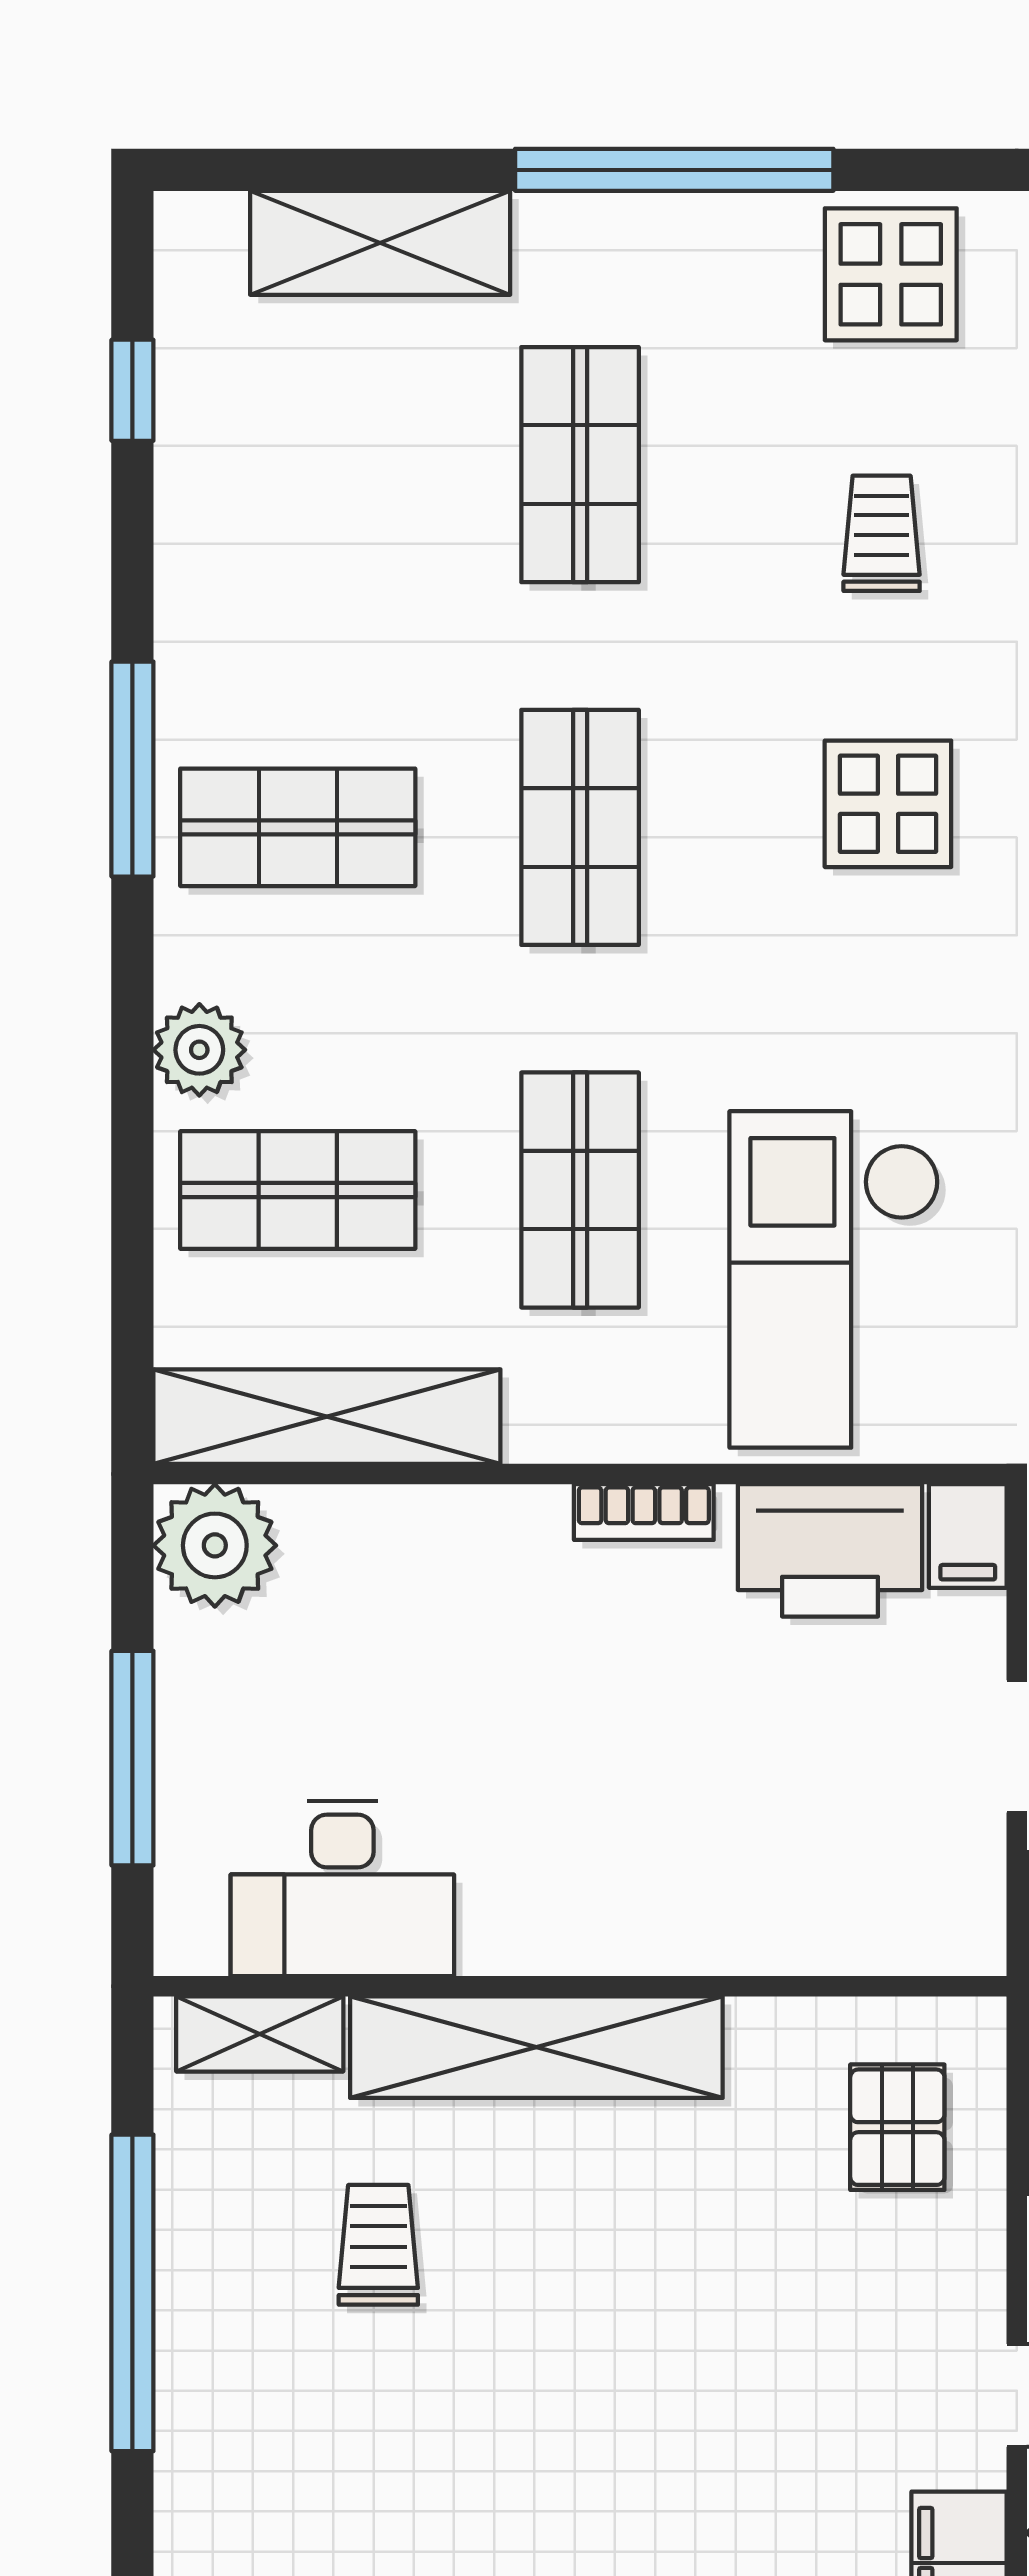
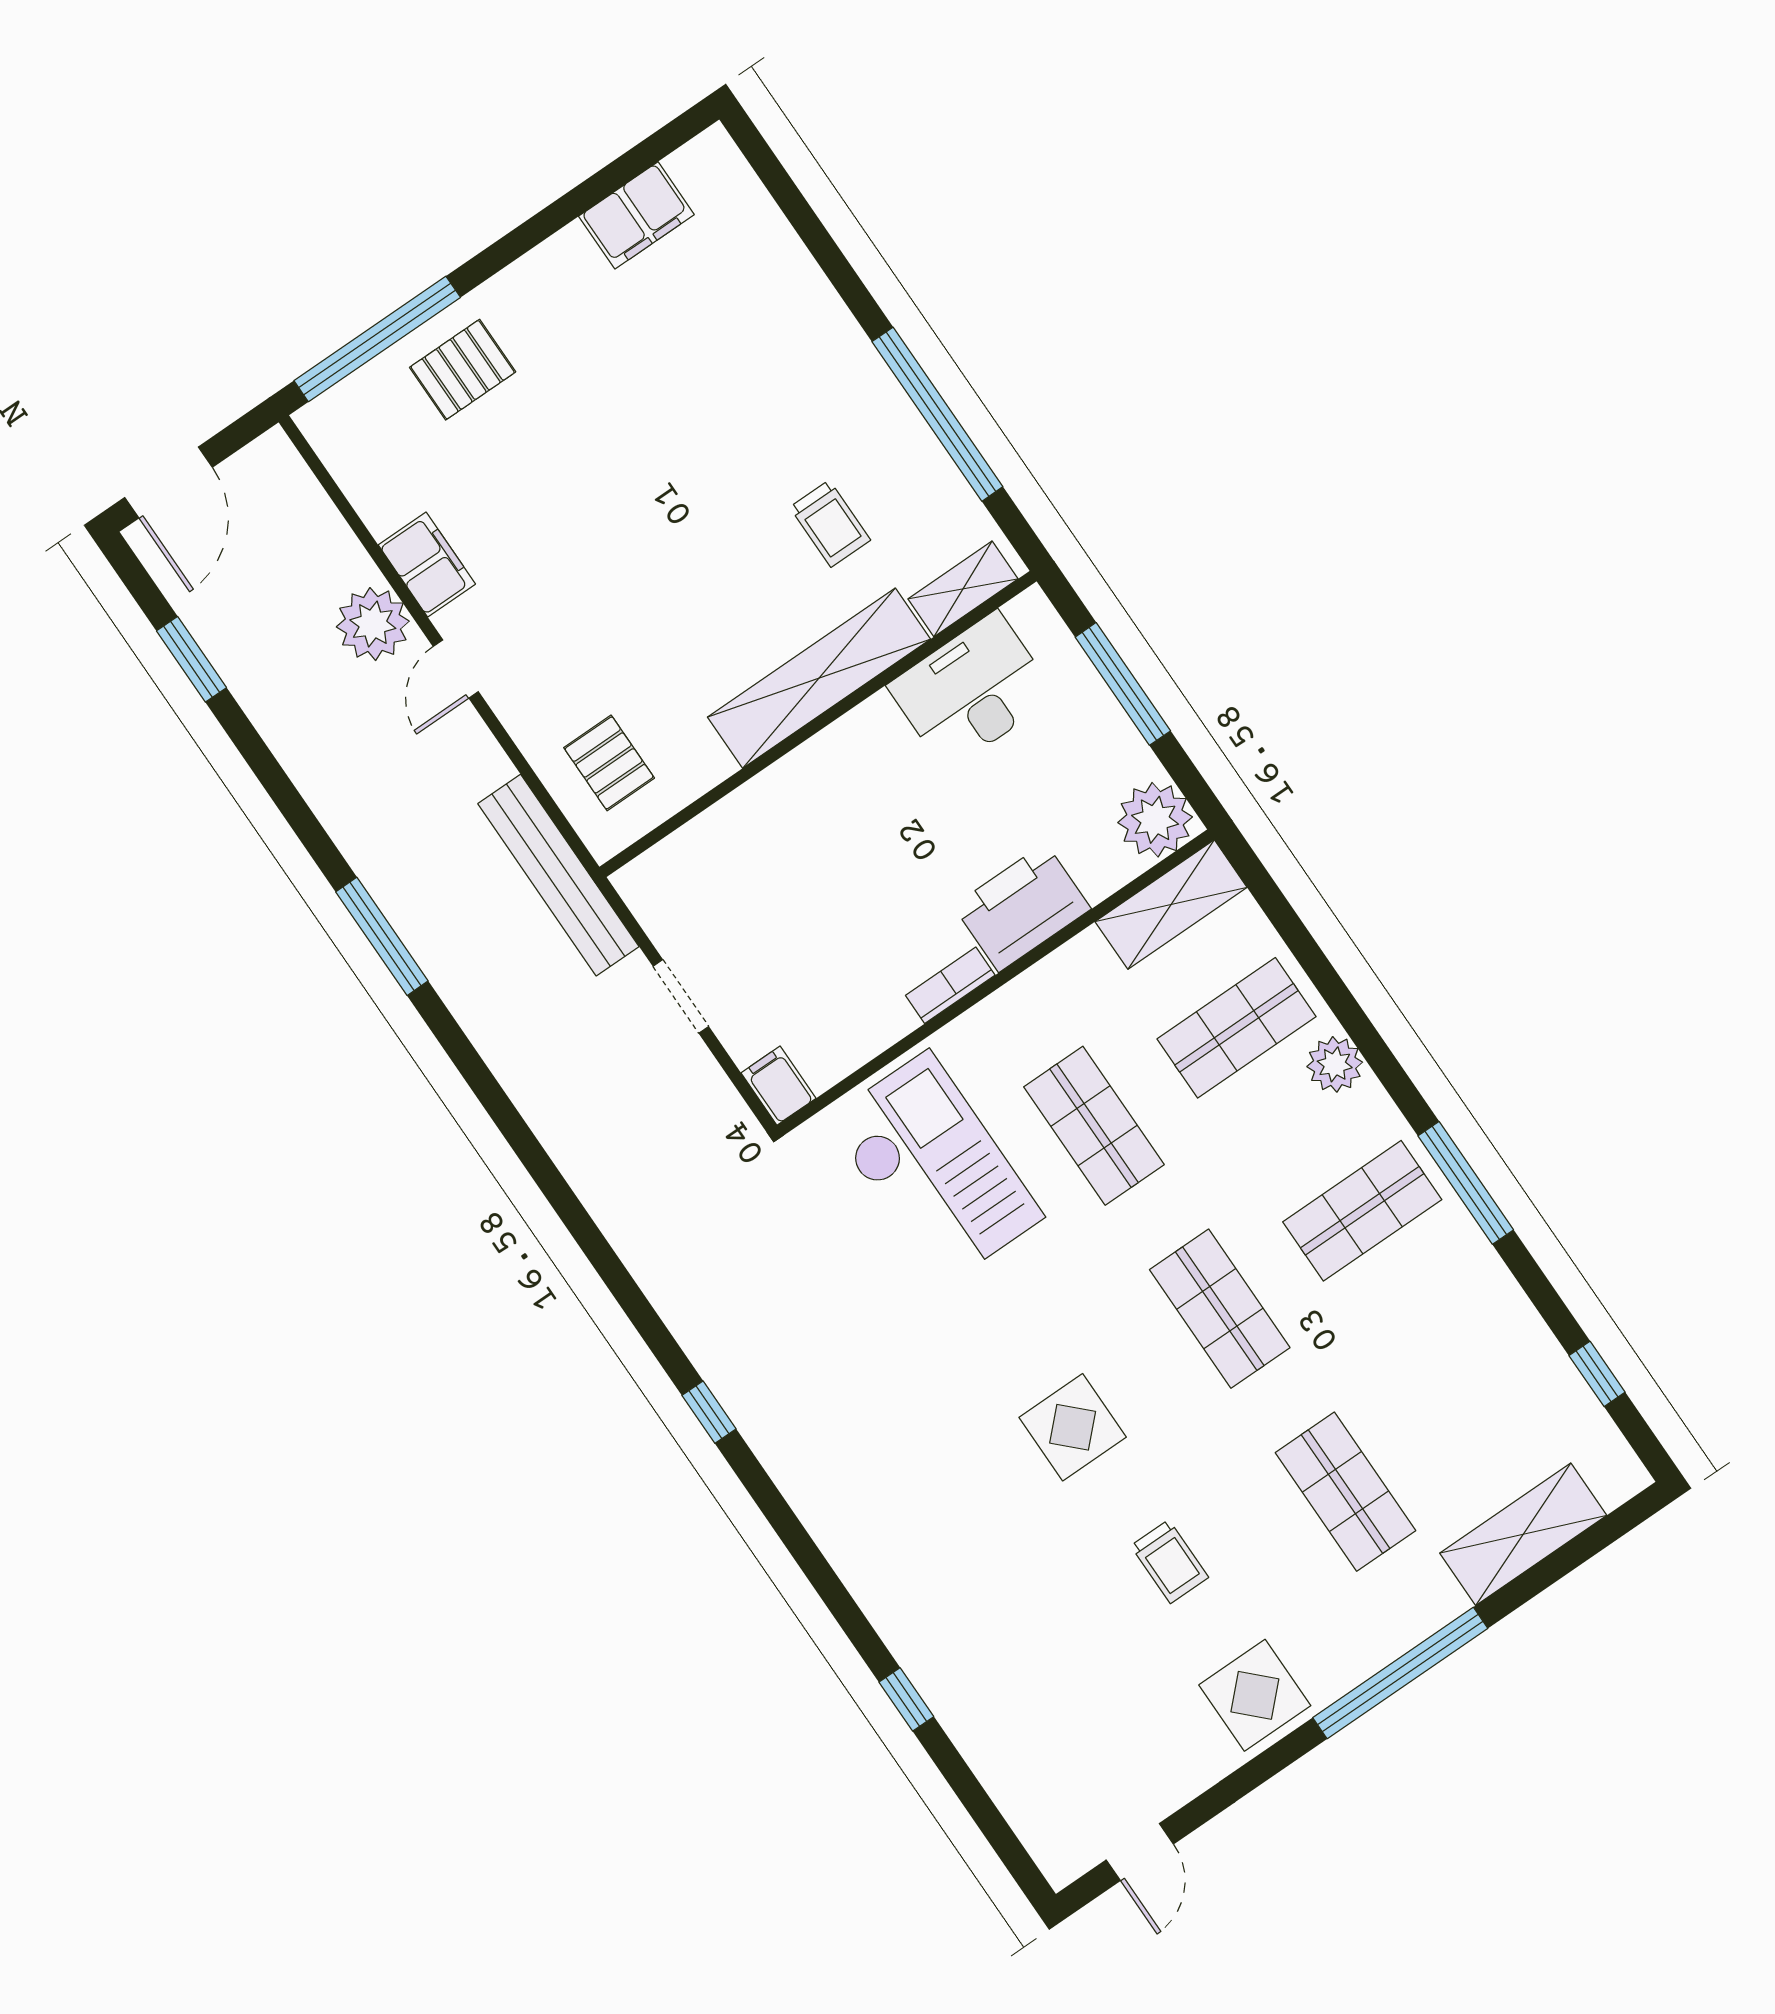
shelving: (327, 1417) -> (1171, 904), width x0.68
printer: (830, 1550) -> (1022, 908), moved

